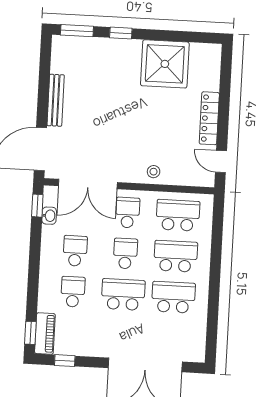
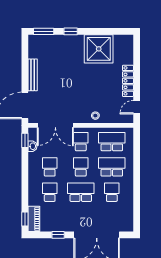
door: (221, 162) -> (137, 107), hinge flipped
school desk: (173, 297) -> (112, 192), width x0.54
window: (65, 361) -> (58, 235), moved

